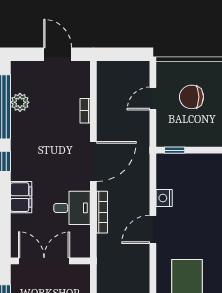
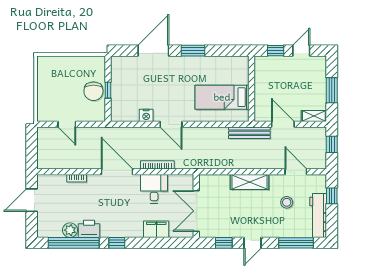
chair: (191, 97) -> (93, 91), moved
printer: (22, 126) -> (89, 229), added
window: (175, 150) -> (108, 90), moved
filing cabinet: (21, 197) -> (156, 229), moved

